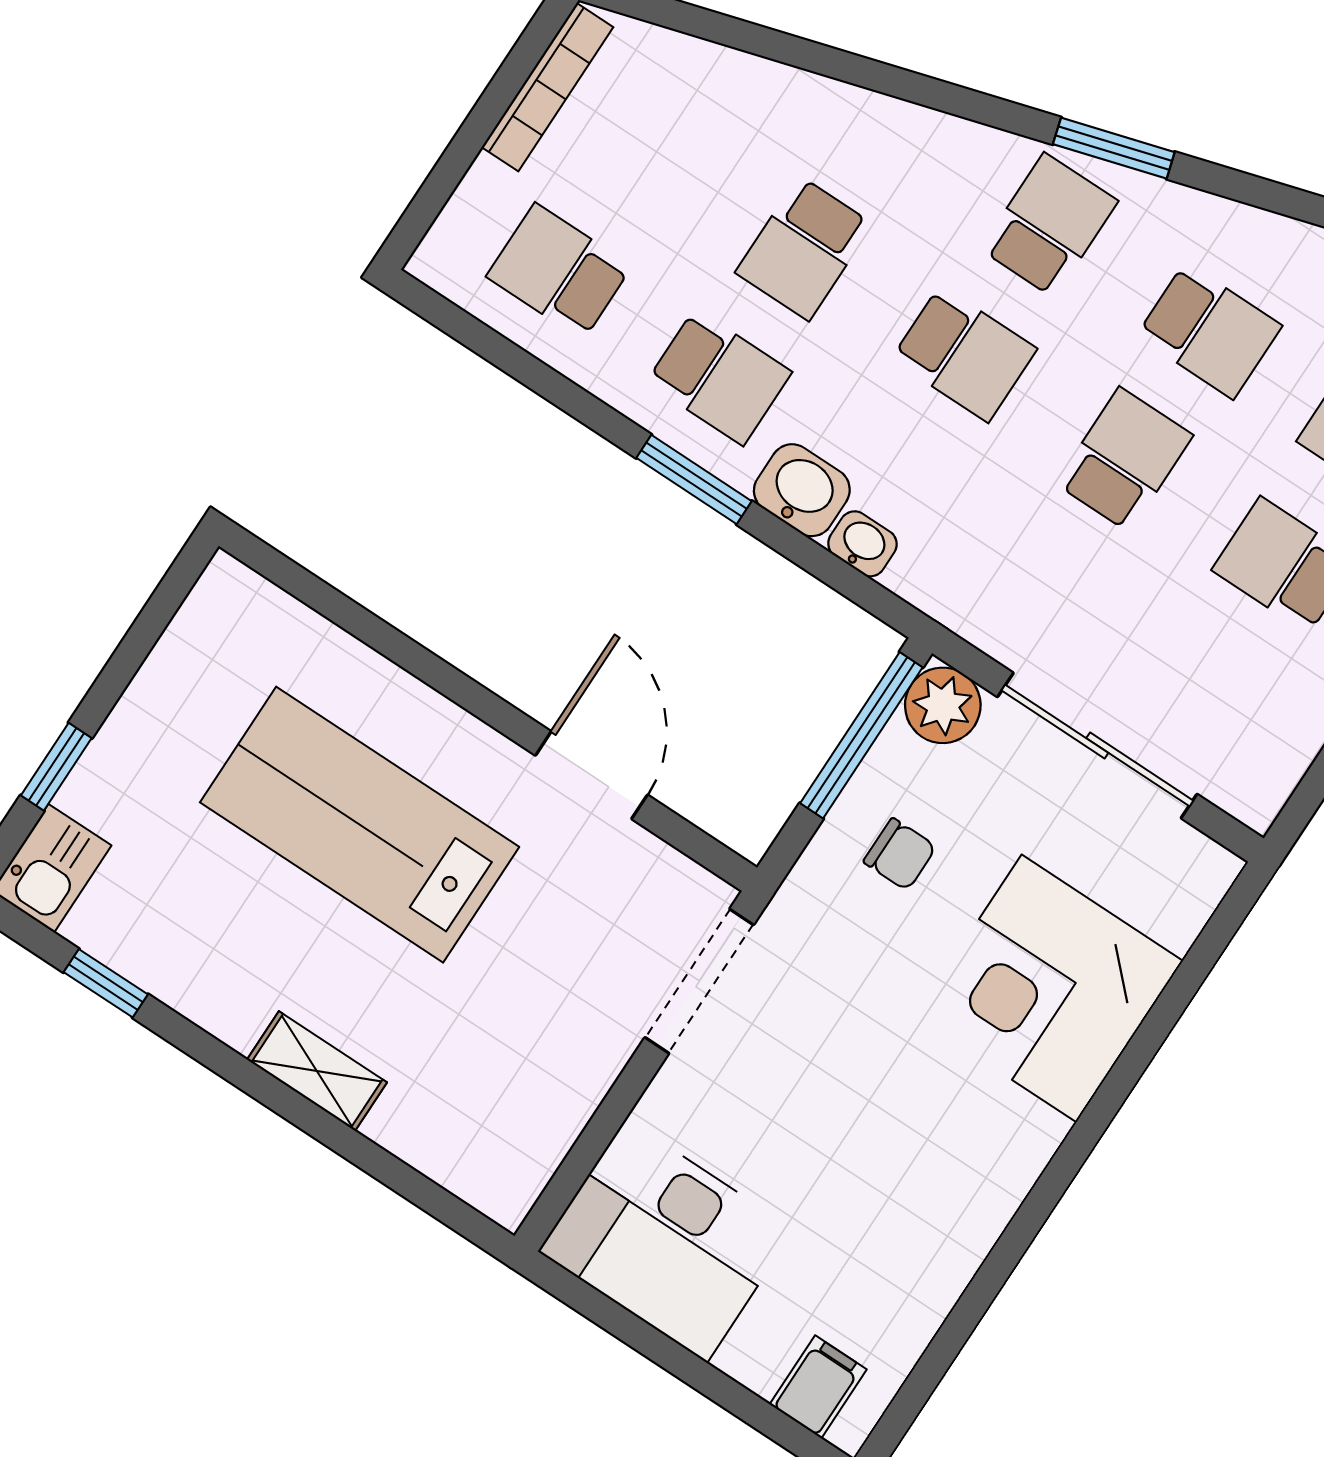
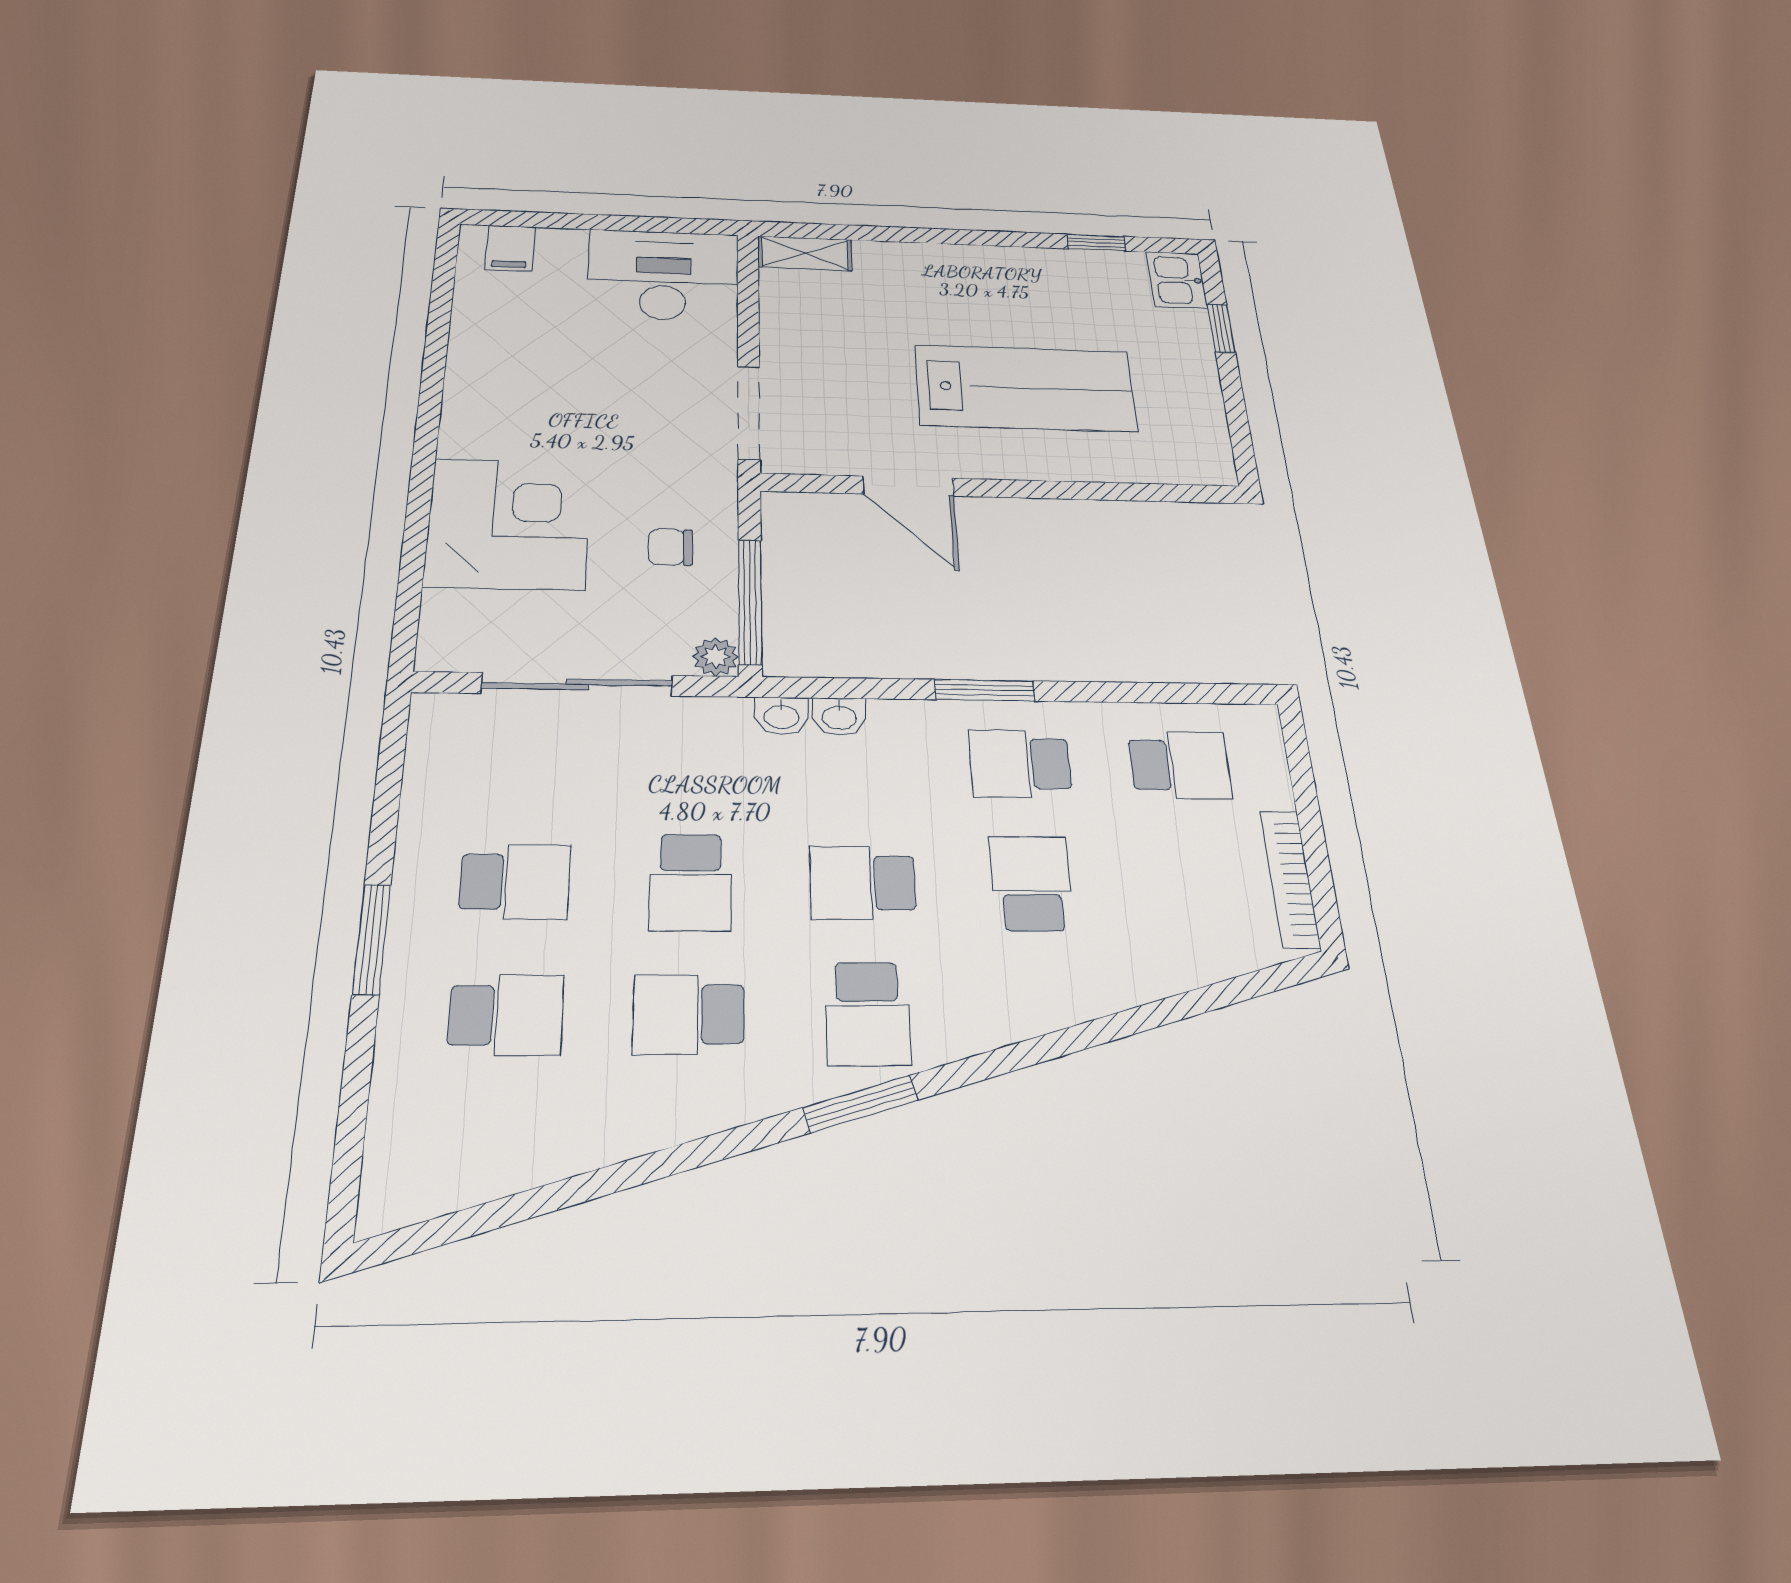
washbasin: (802, 490) -> (782, 716), moved, width x0.72, depth x0.69
plant: (943, 705) -> (716, 657), width x0.73, depth x0.73
shelving: (317, 1071) -> (805, 253), moved

